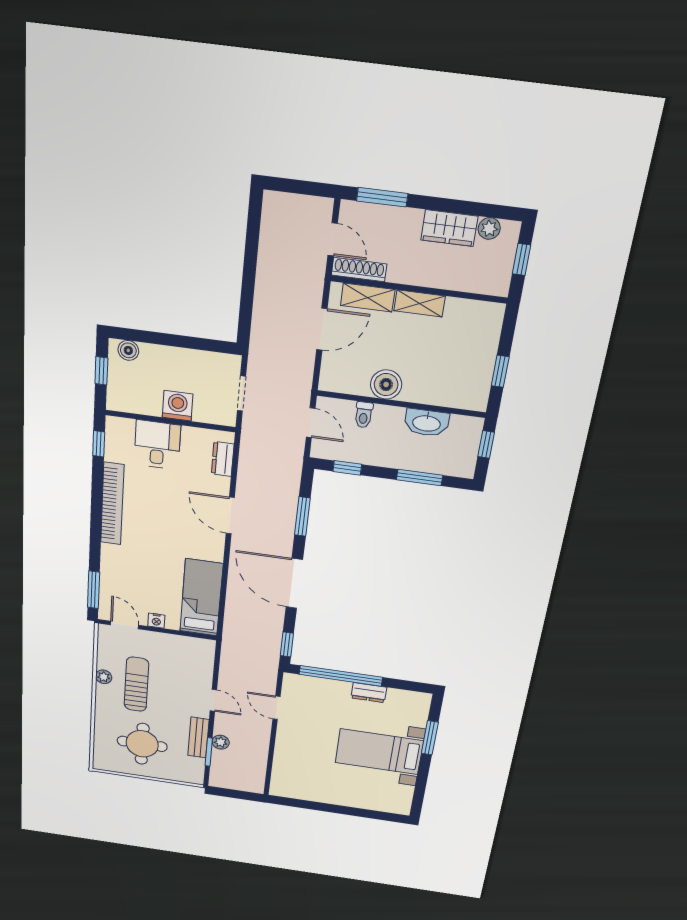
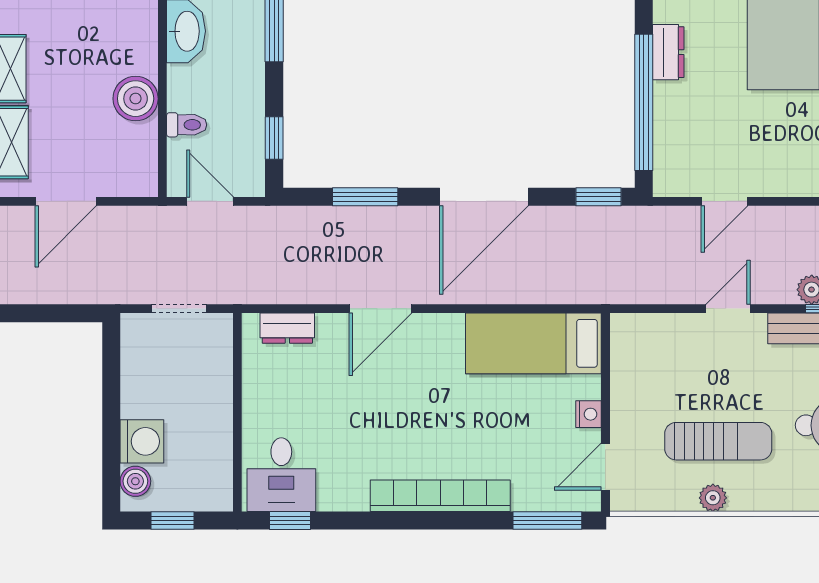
door: (322, 329) -> (66, 201), swing flipped
washing machine: (178, 406) -> (142, 441), moved, turned 180
door: (311, 423) -> (210, 201), hinge flipped
desk: (157, 445) -> (281, 475), moved, turned -90
bookcase: (112, 504) -> (440, 496), moved
sun lounger: (136, 684) -> (718, 441), turned 180

